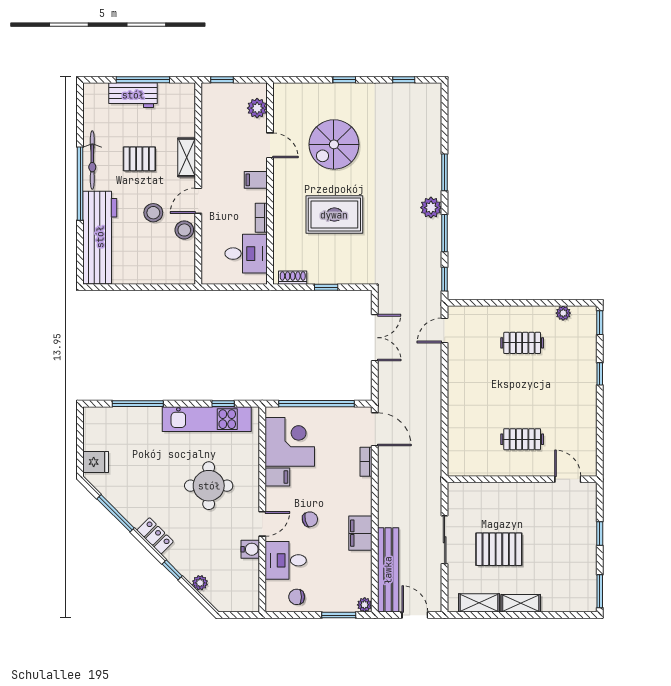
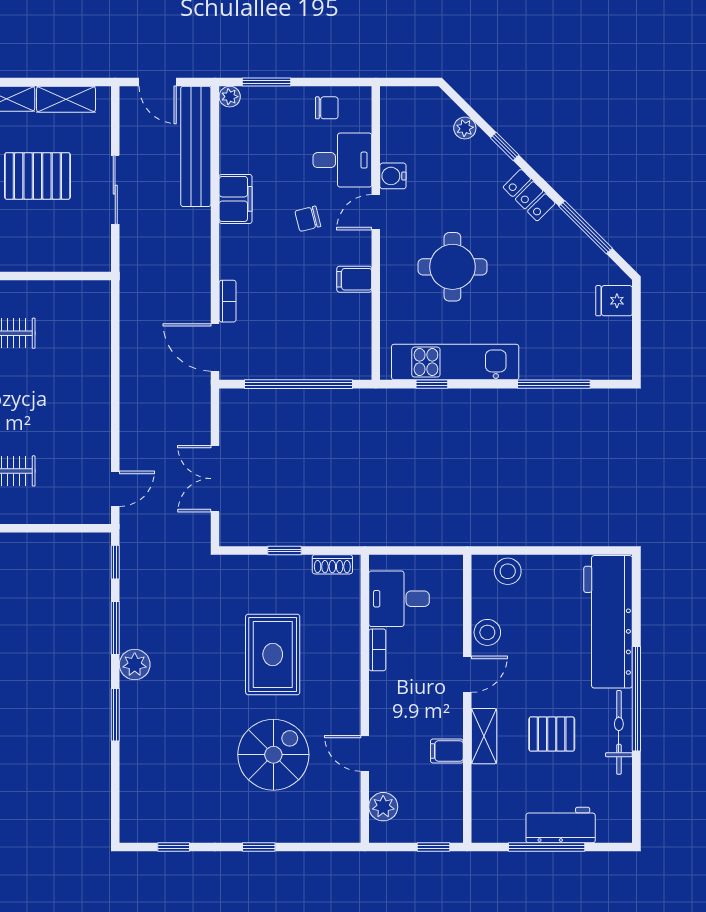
filing cabinet: (256, 180) -> (447, 751), moved, turned 180
stool: (153, 213) -> (508, 571), moved
rug: (334, 215) -> (273, 654), turned 90
corner desk: (290, 442) -> (337, 330), removed

